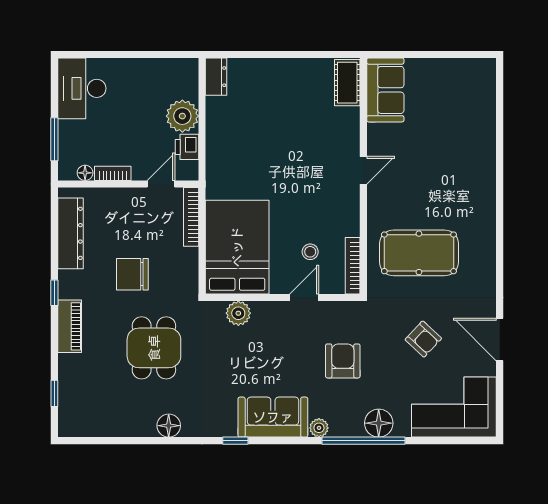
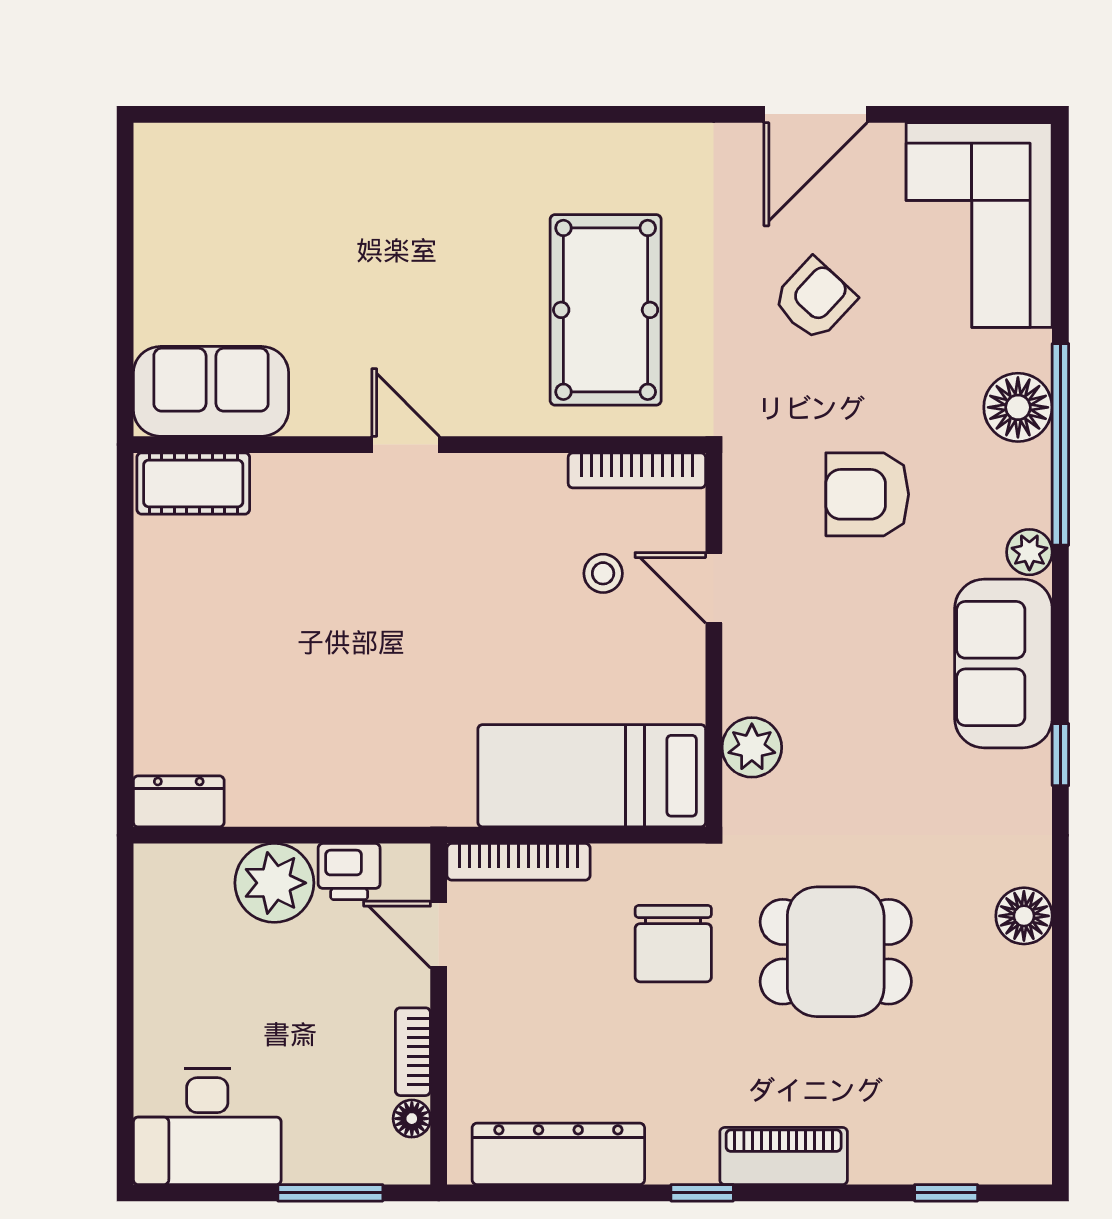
bed: (237, 247) -> (592, 776), width x0.67
chair: (132, 274) -> (673, 944), moved

